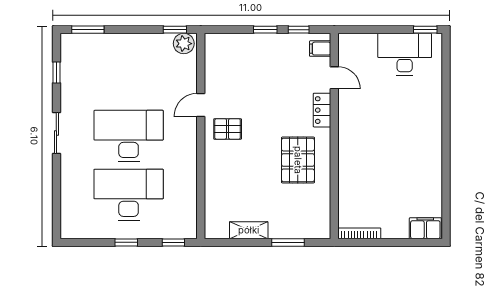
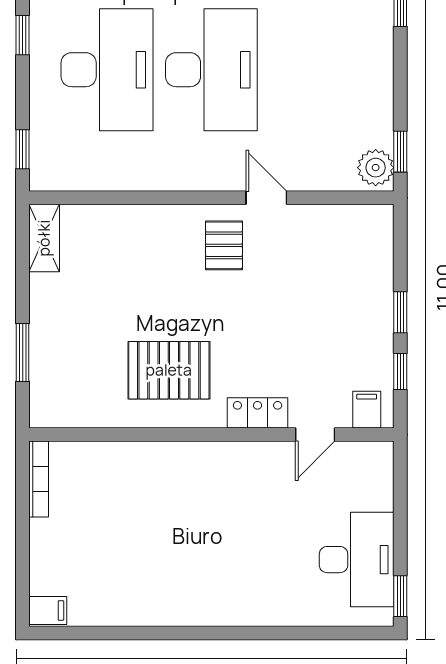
filing cabinet: (425, 228) -> (48, 610), width x0.50
shelving: (249, 230) -> (44, 238), moved
window: (126, 242) -> (23, 35), moved

